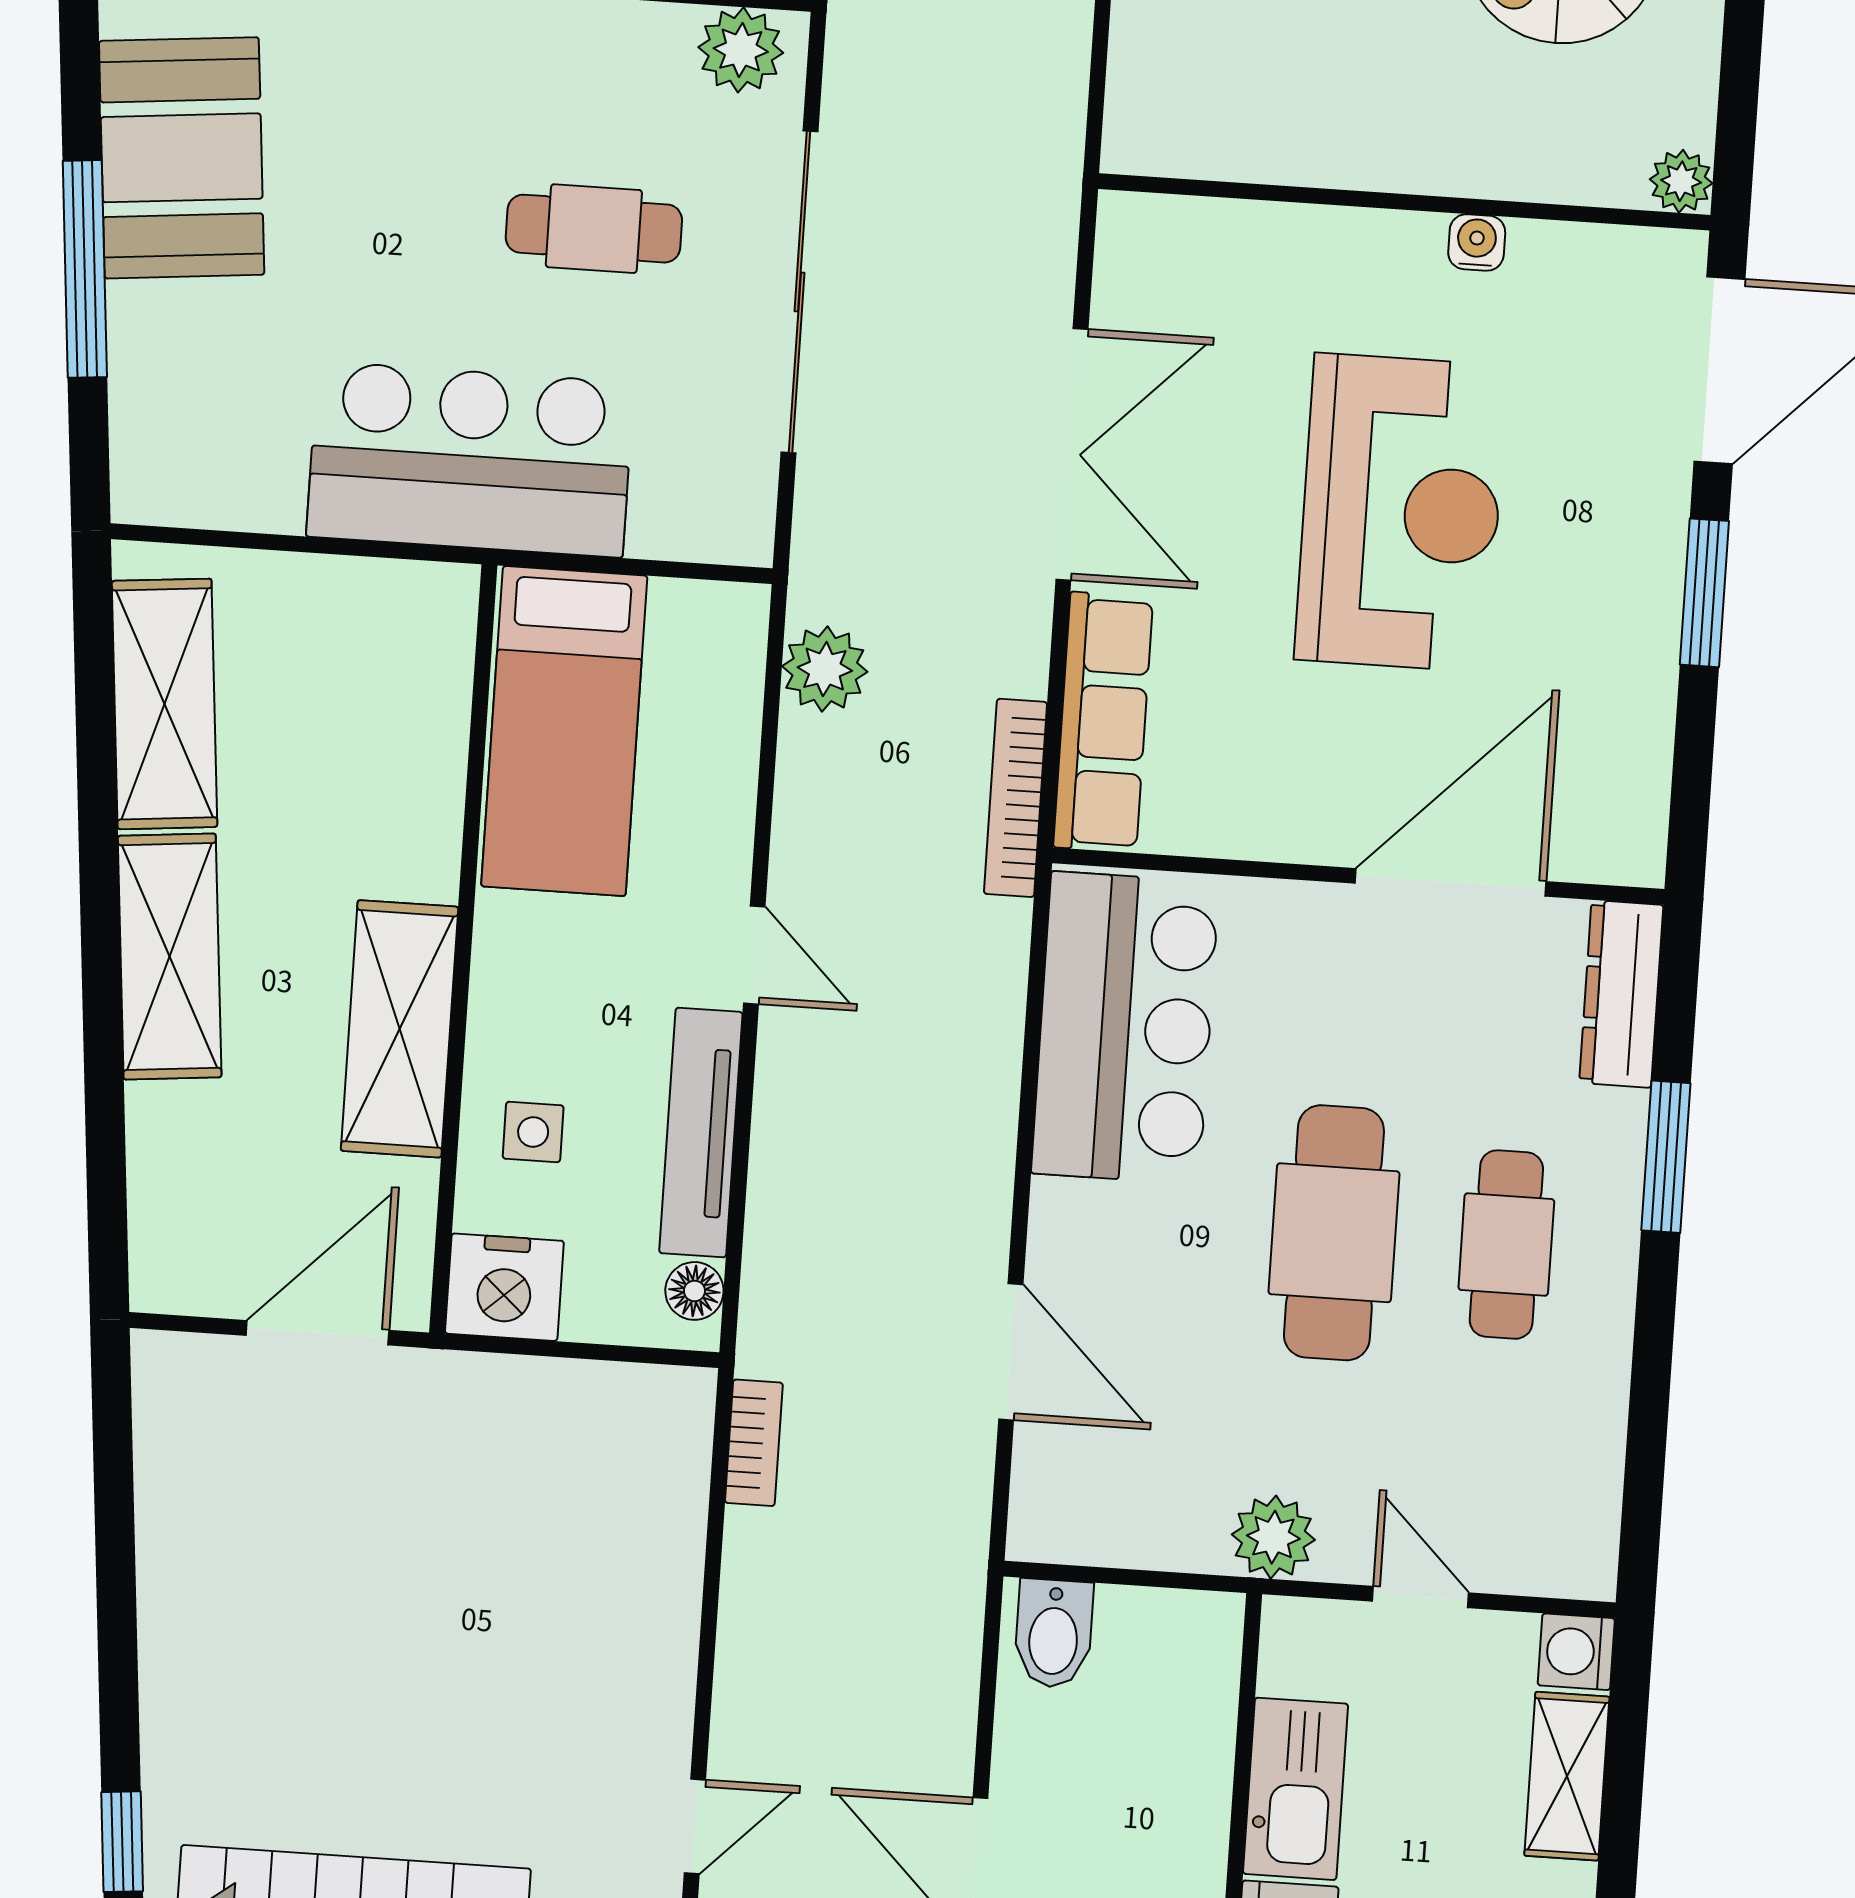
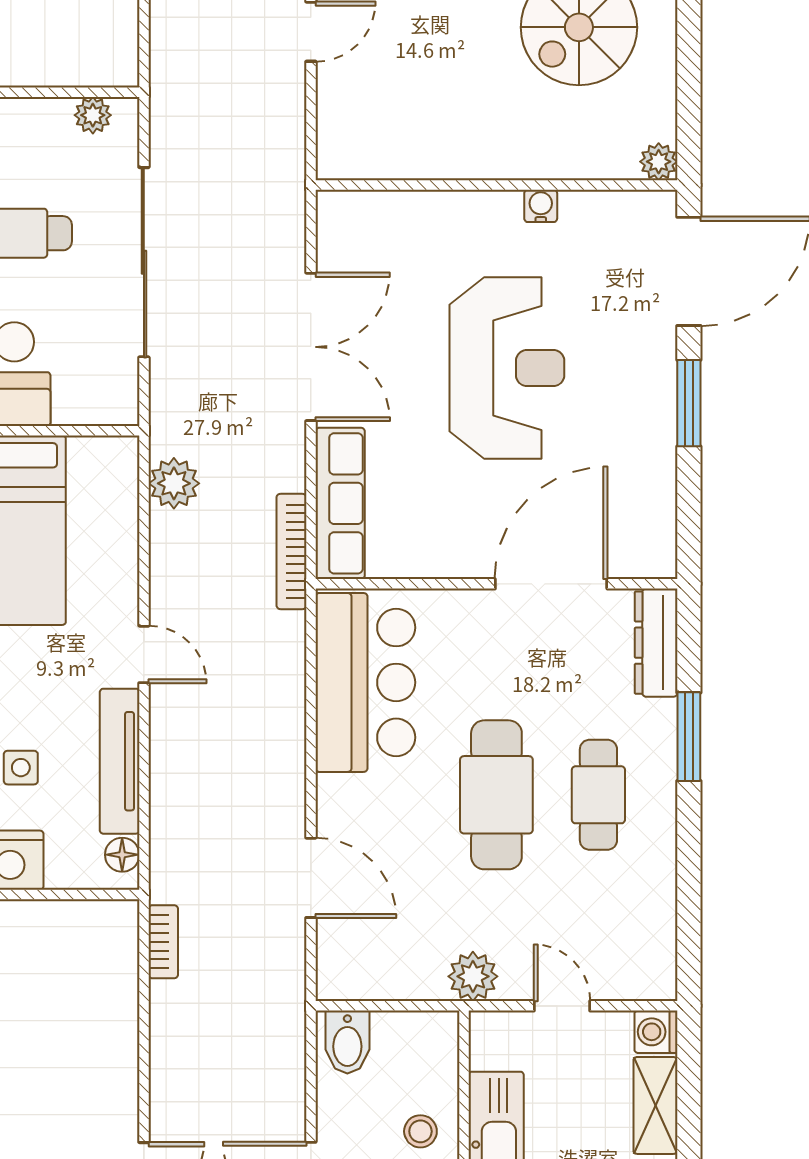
plant: (741, 50) -> (93, 115), width x0.73, depth x0.73
stool: (1167, 1793) -> (420, 1131), added

